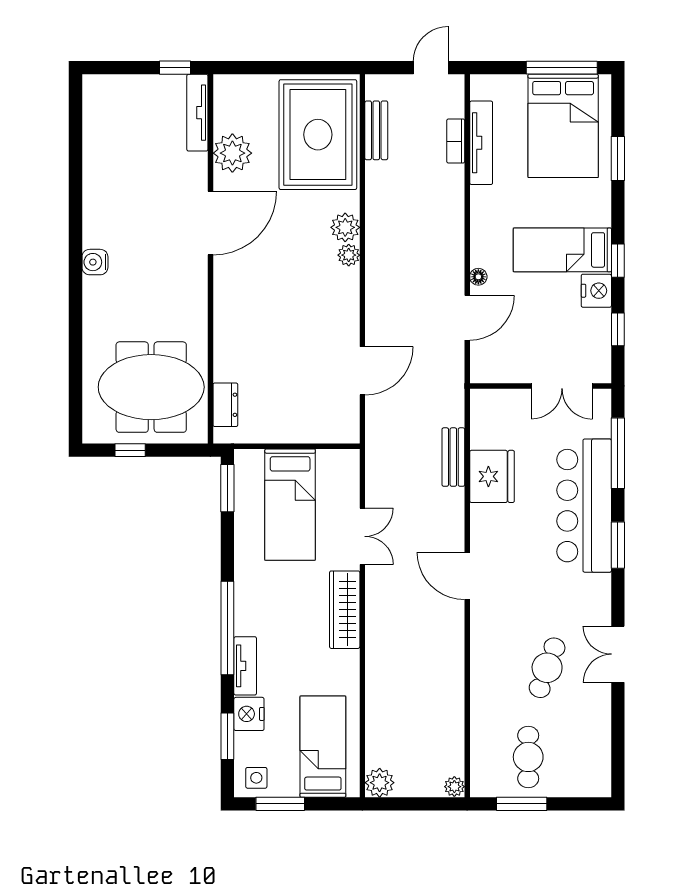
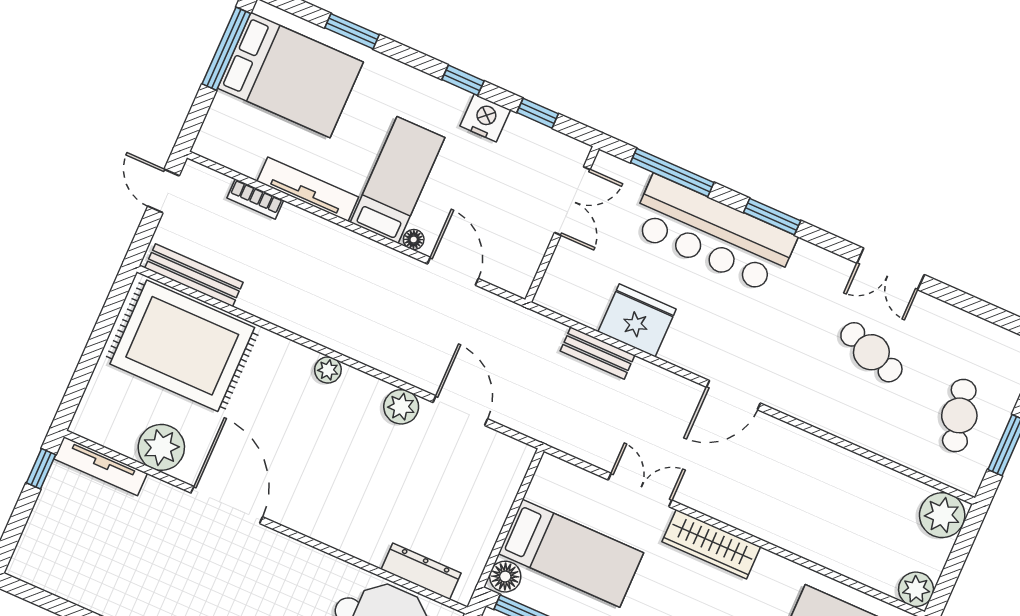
bench: (376, 130) -> (194, 275), width x1.36
tv unit: (481, 143) -> (308, 189), moved
plant: (345, 227) -> (401, 407), moved
bed: (562, 250) -> (398, 180), moved, turned 180
dresser: (225, 405) -> (421, 571), width x1.44
floor lamp: (250, 462) -> (505, 577), added
cafe table: (528, 757) -> (959, 415), turned 76
plant: (454, 787) -> (942, 515), width x1.88, depth x1.88

